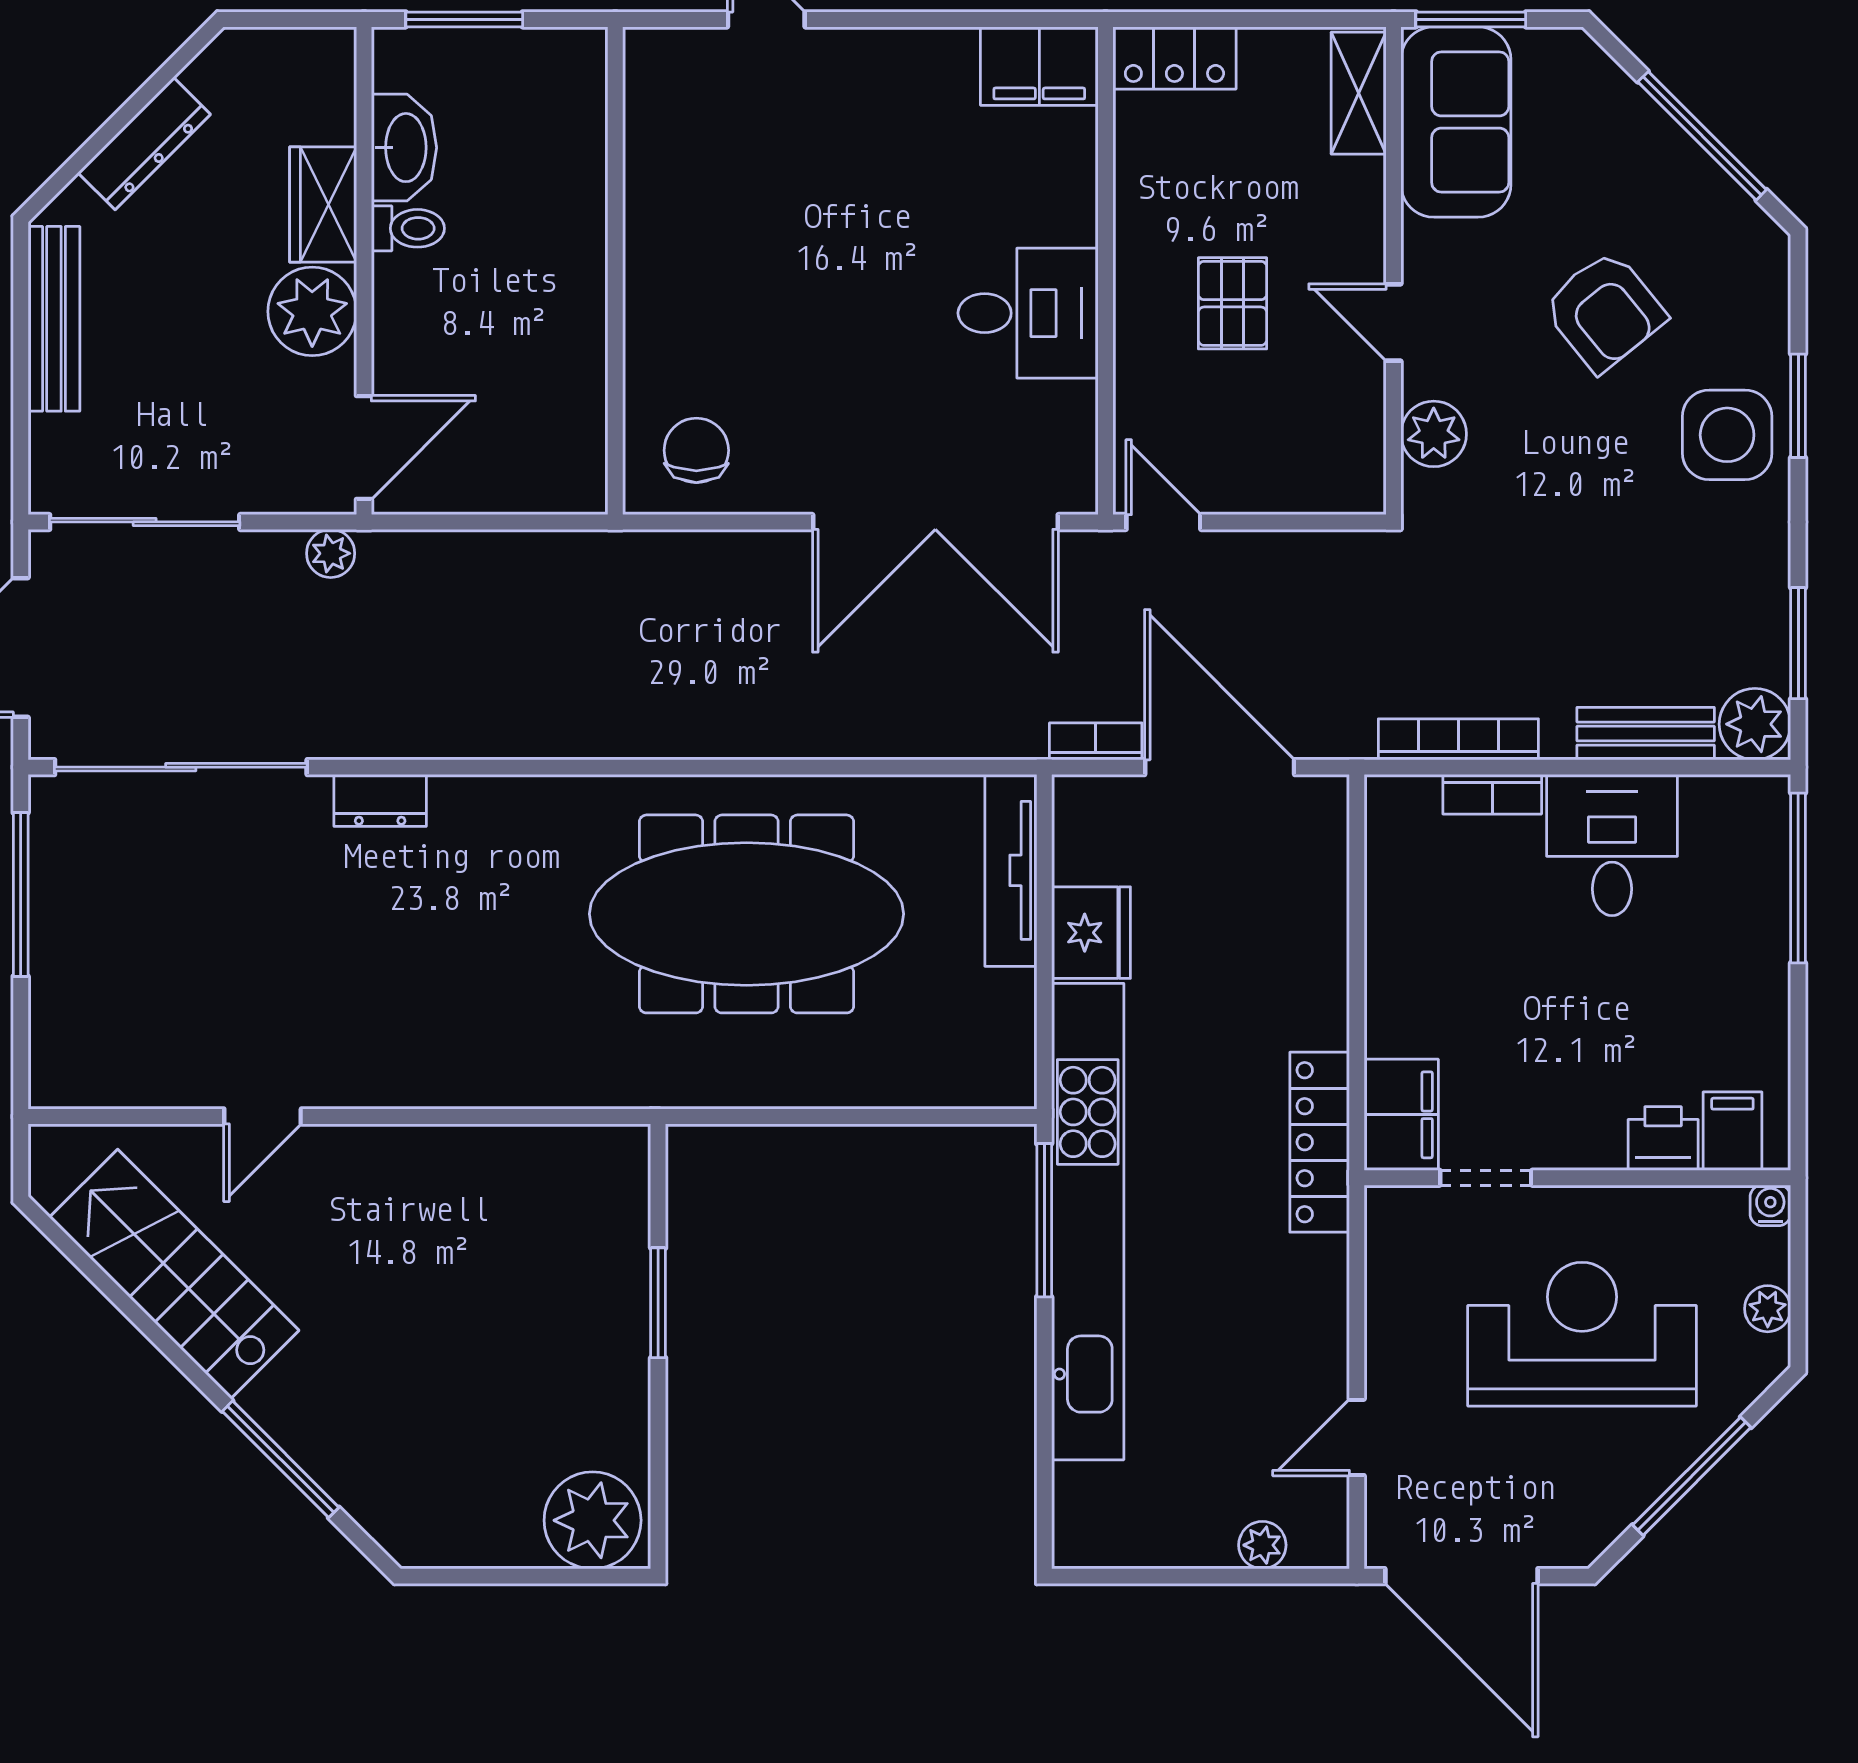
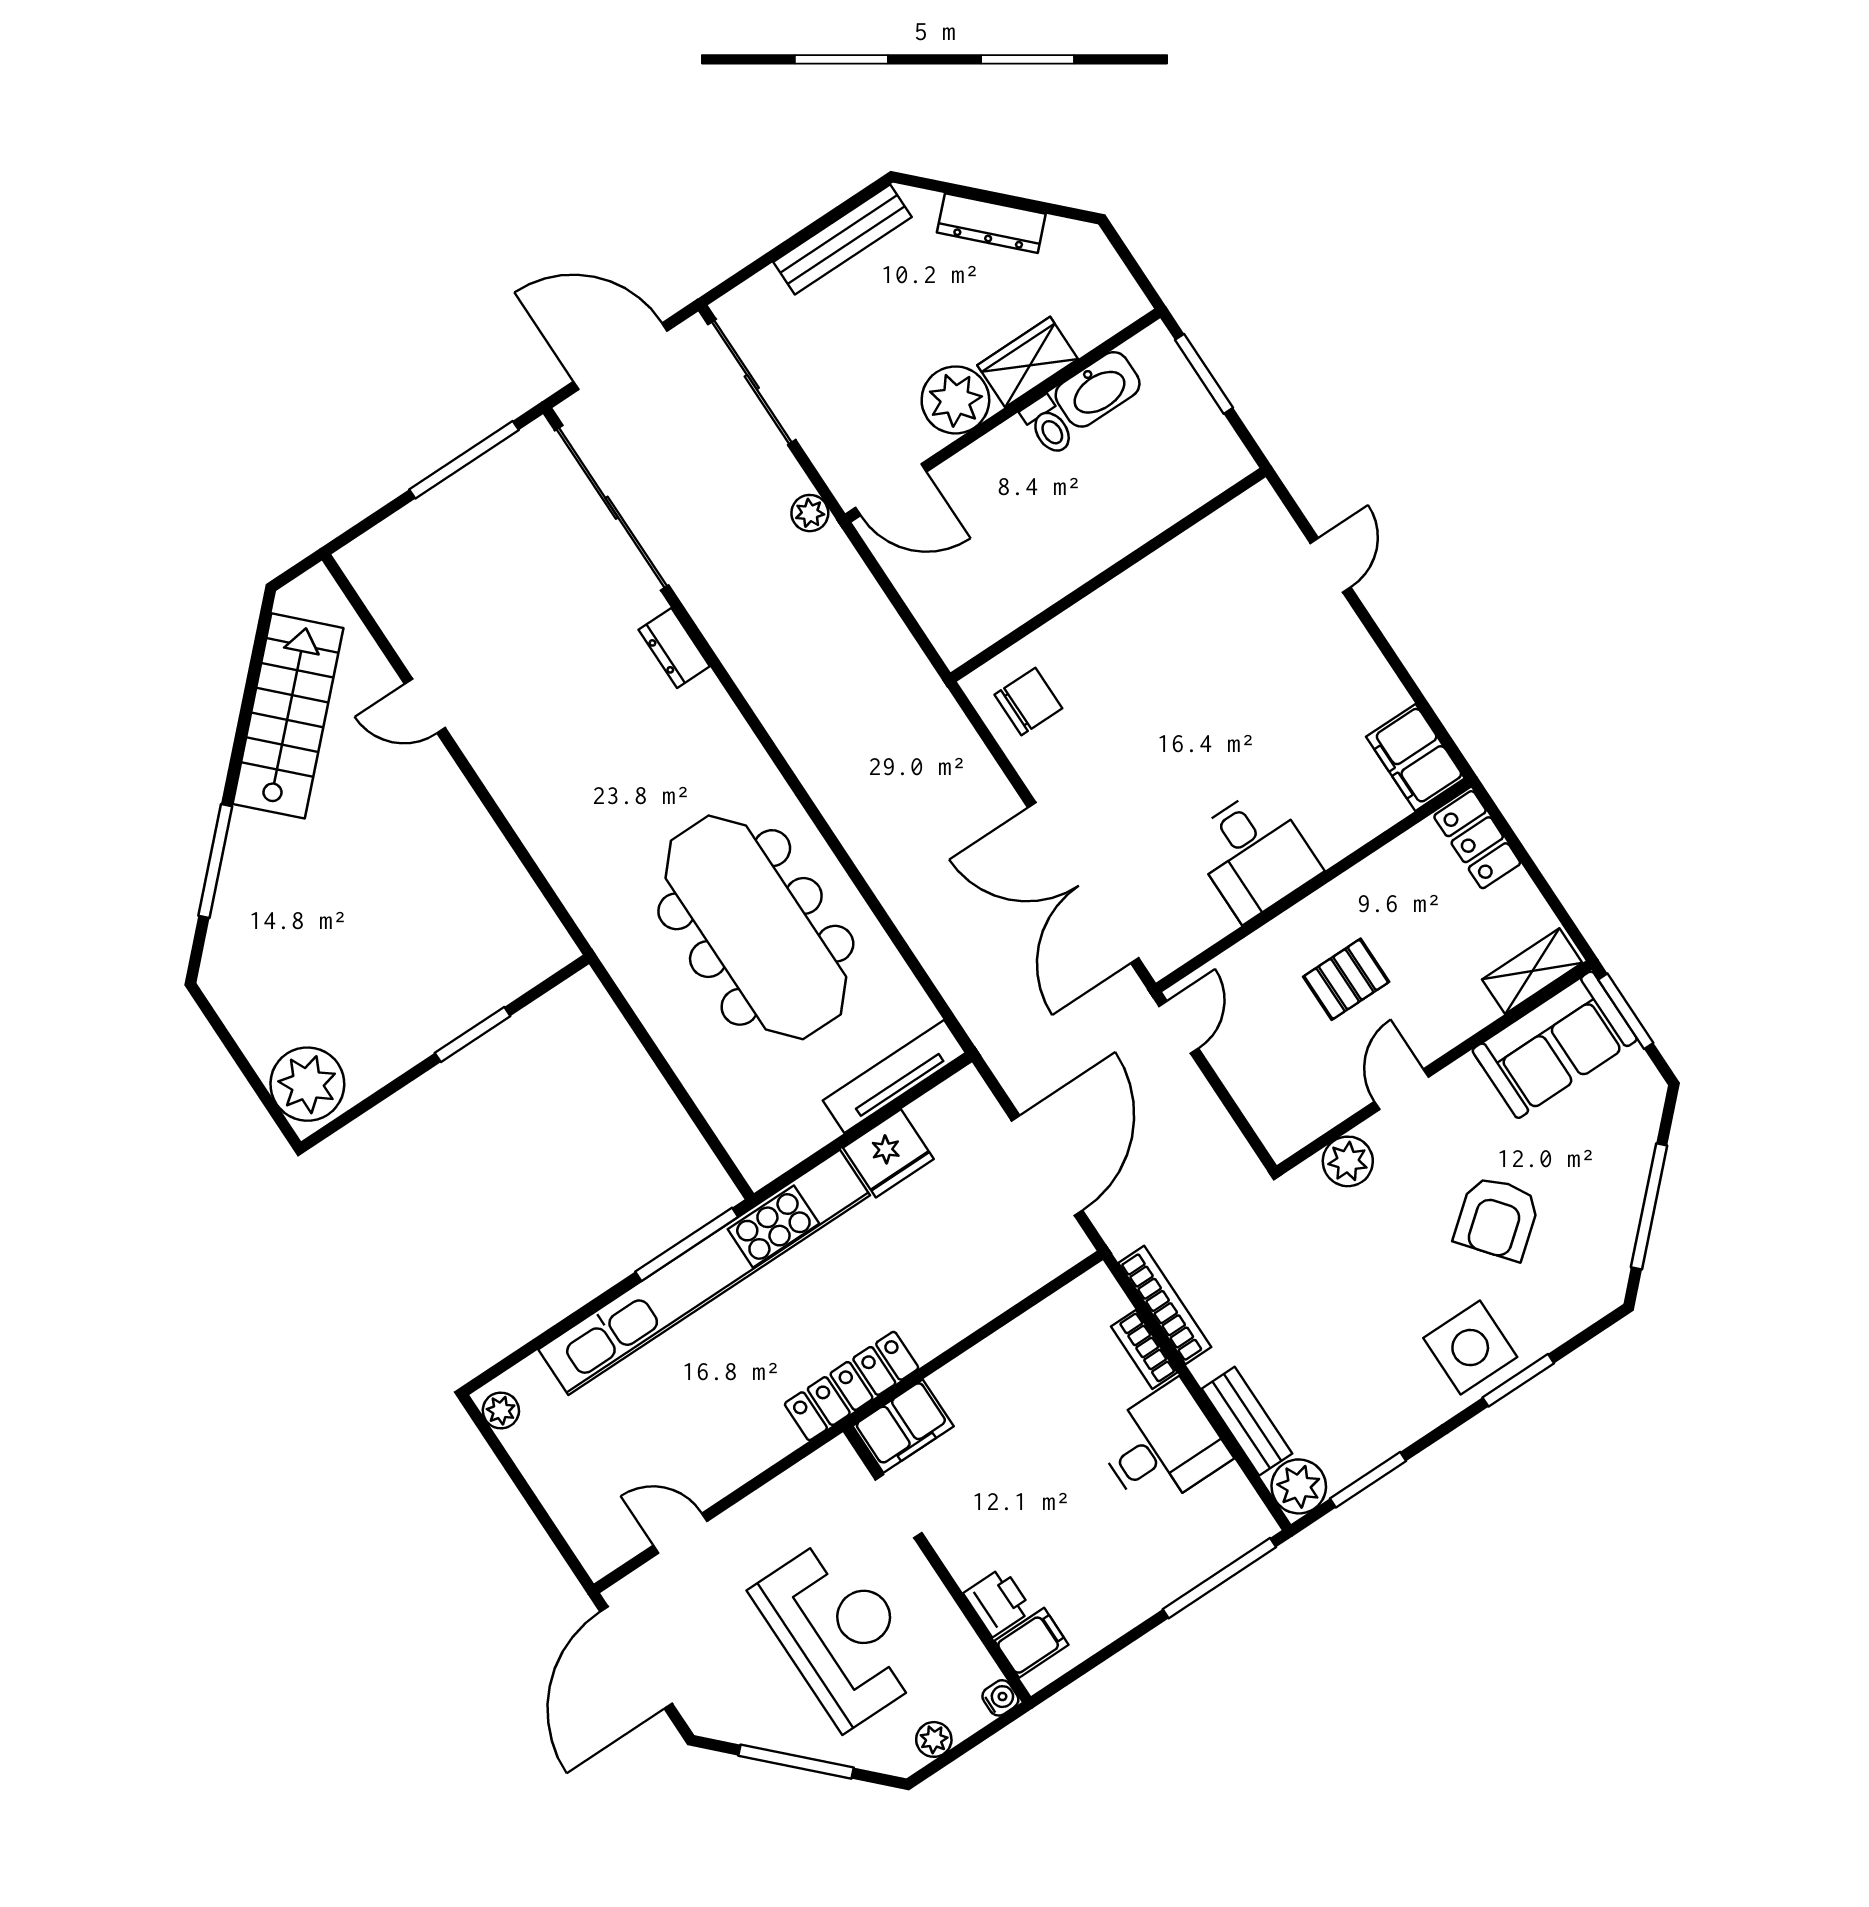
bookcase: (1096, 741) -> (1012, 1076), removed
plant: (1262, 1545) -> (501, 1410), moved

